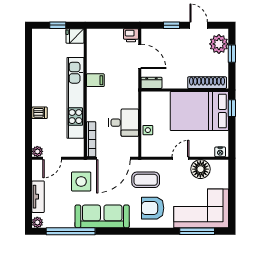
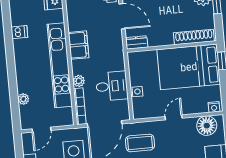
filing cabinet: (95, 80) -> (79, 45), width x2.00
dishwasher: (40, 113) -> (19, 32), moved
plant: (92, 115) -> (79, 81), added
plant: (37, 151) -> (23, 99), moved
floor lamp: (200, 169) -> (207, 126), moved

